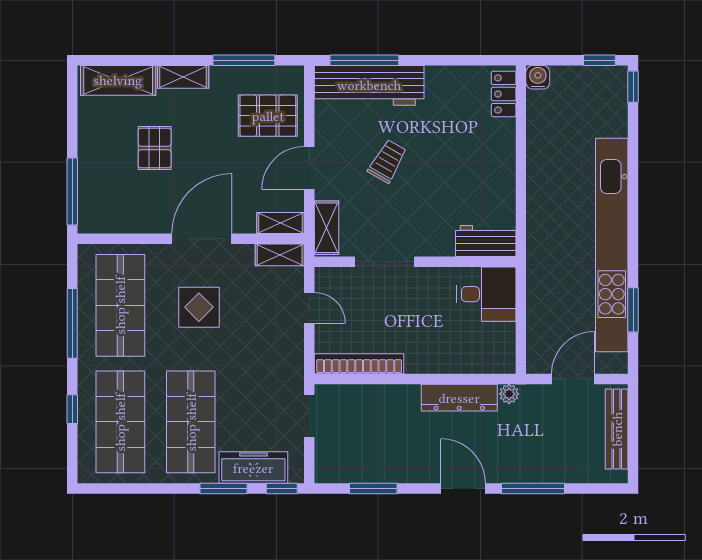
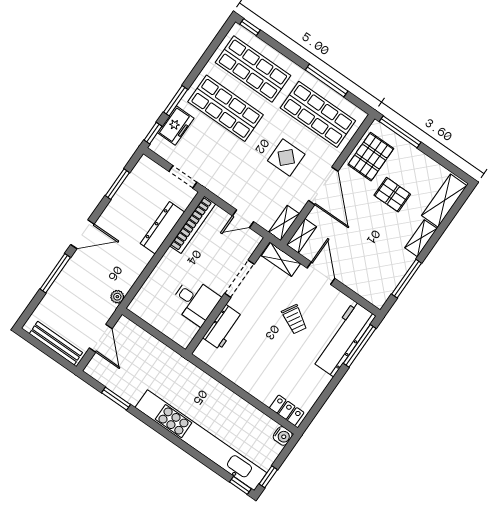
pallet: (268, 116) -> (371, 157), moved
workbench: (486, 241) -> (223, 327), moved
kitchen unit: (612, 245) -> (201, 440), moved
desk: (486, 294) -> (195, 301), moved, turned -90
dresser: (459, 398) -> (162, 228), moved
window: (72, 409) -> (250, 27), moved
freezer: (253, 468) -> (176, 126), width x0.71

